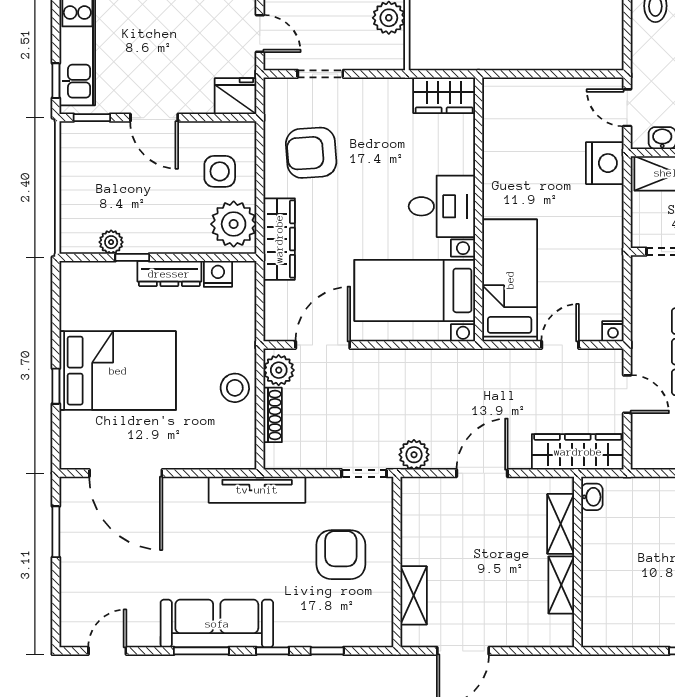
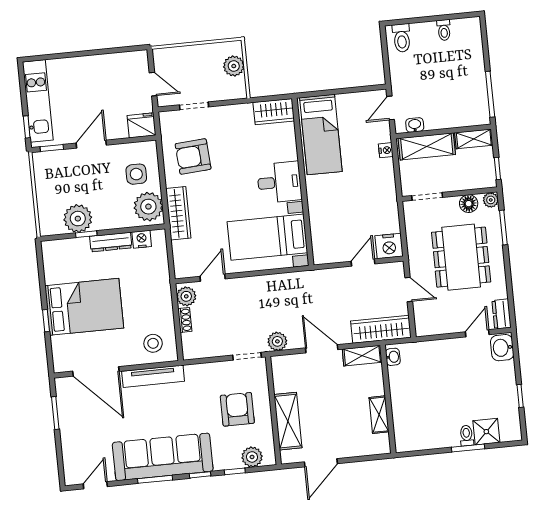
door: (627, 108) -> (391, 108), hinge flipped
door: (154, 118) -> (91, 144), swing flipped
nightstand: (605, 163) -> (386, 150), width x0.53, depth x0.56
plant: (111, 242) -> (78, 219), width x1.88, depth x1.88
bed: (510, 280) -> (321, 135), moved, turned 180
nightstand: (613, 331) -> (389, 246), width x1.89, depth x1.79
door: (323, 345) -> (213, 278), width x0.73
stool: (235, 388) -> (153, 343), moved
shoe rack: (273, 415) -> (185, 320), width x0.70
door: (482, 473) -> (322, 349), hinge flipped
tv unit: (257, 490) -> (153, 376), moved
shelving: (561, 524) -> (362, 356), moved, turned 90
shelving: (414, 595) -> (288, 421), width x1.50, depth x1.33
sofa: (217, 624) -> (163, 457), width x1.36, depth x1.27
plant: (356, 631) -> (252, 457), added

